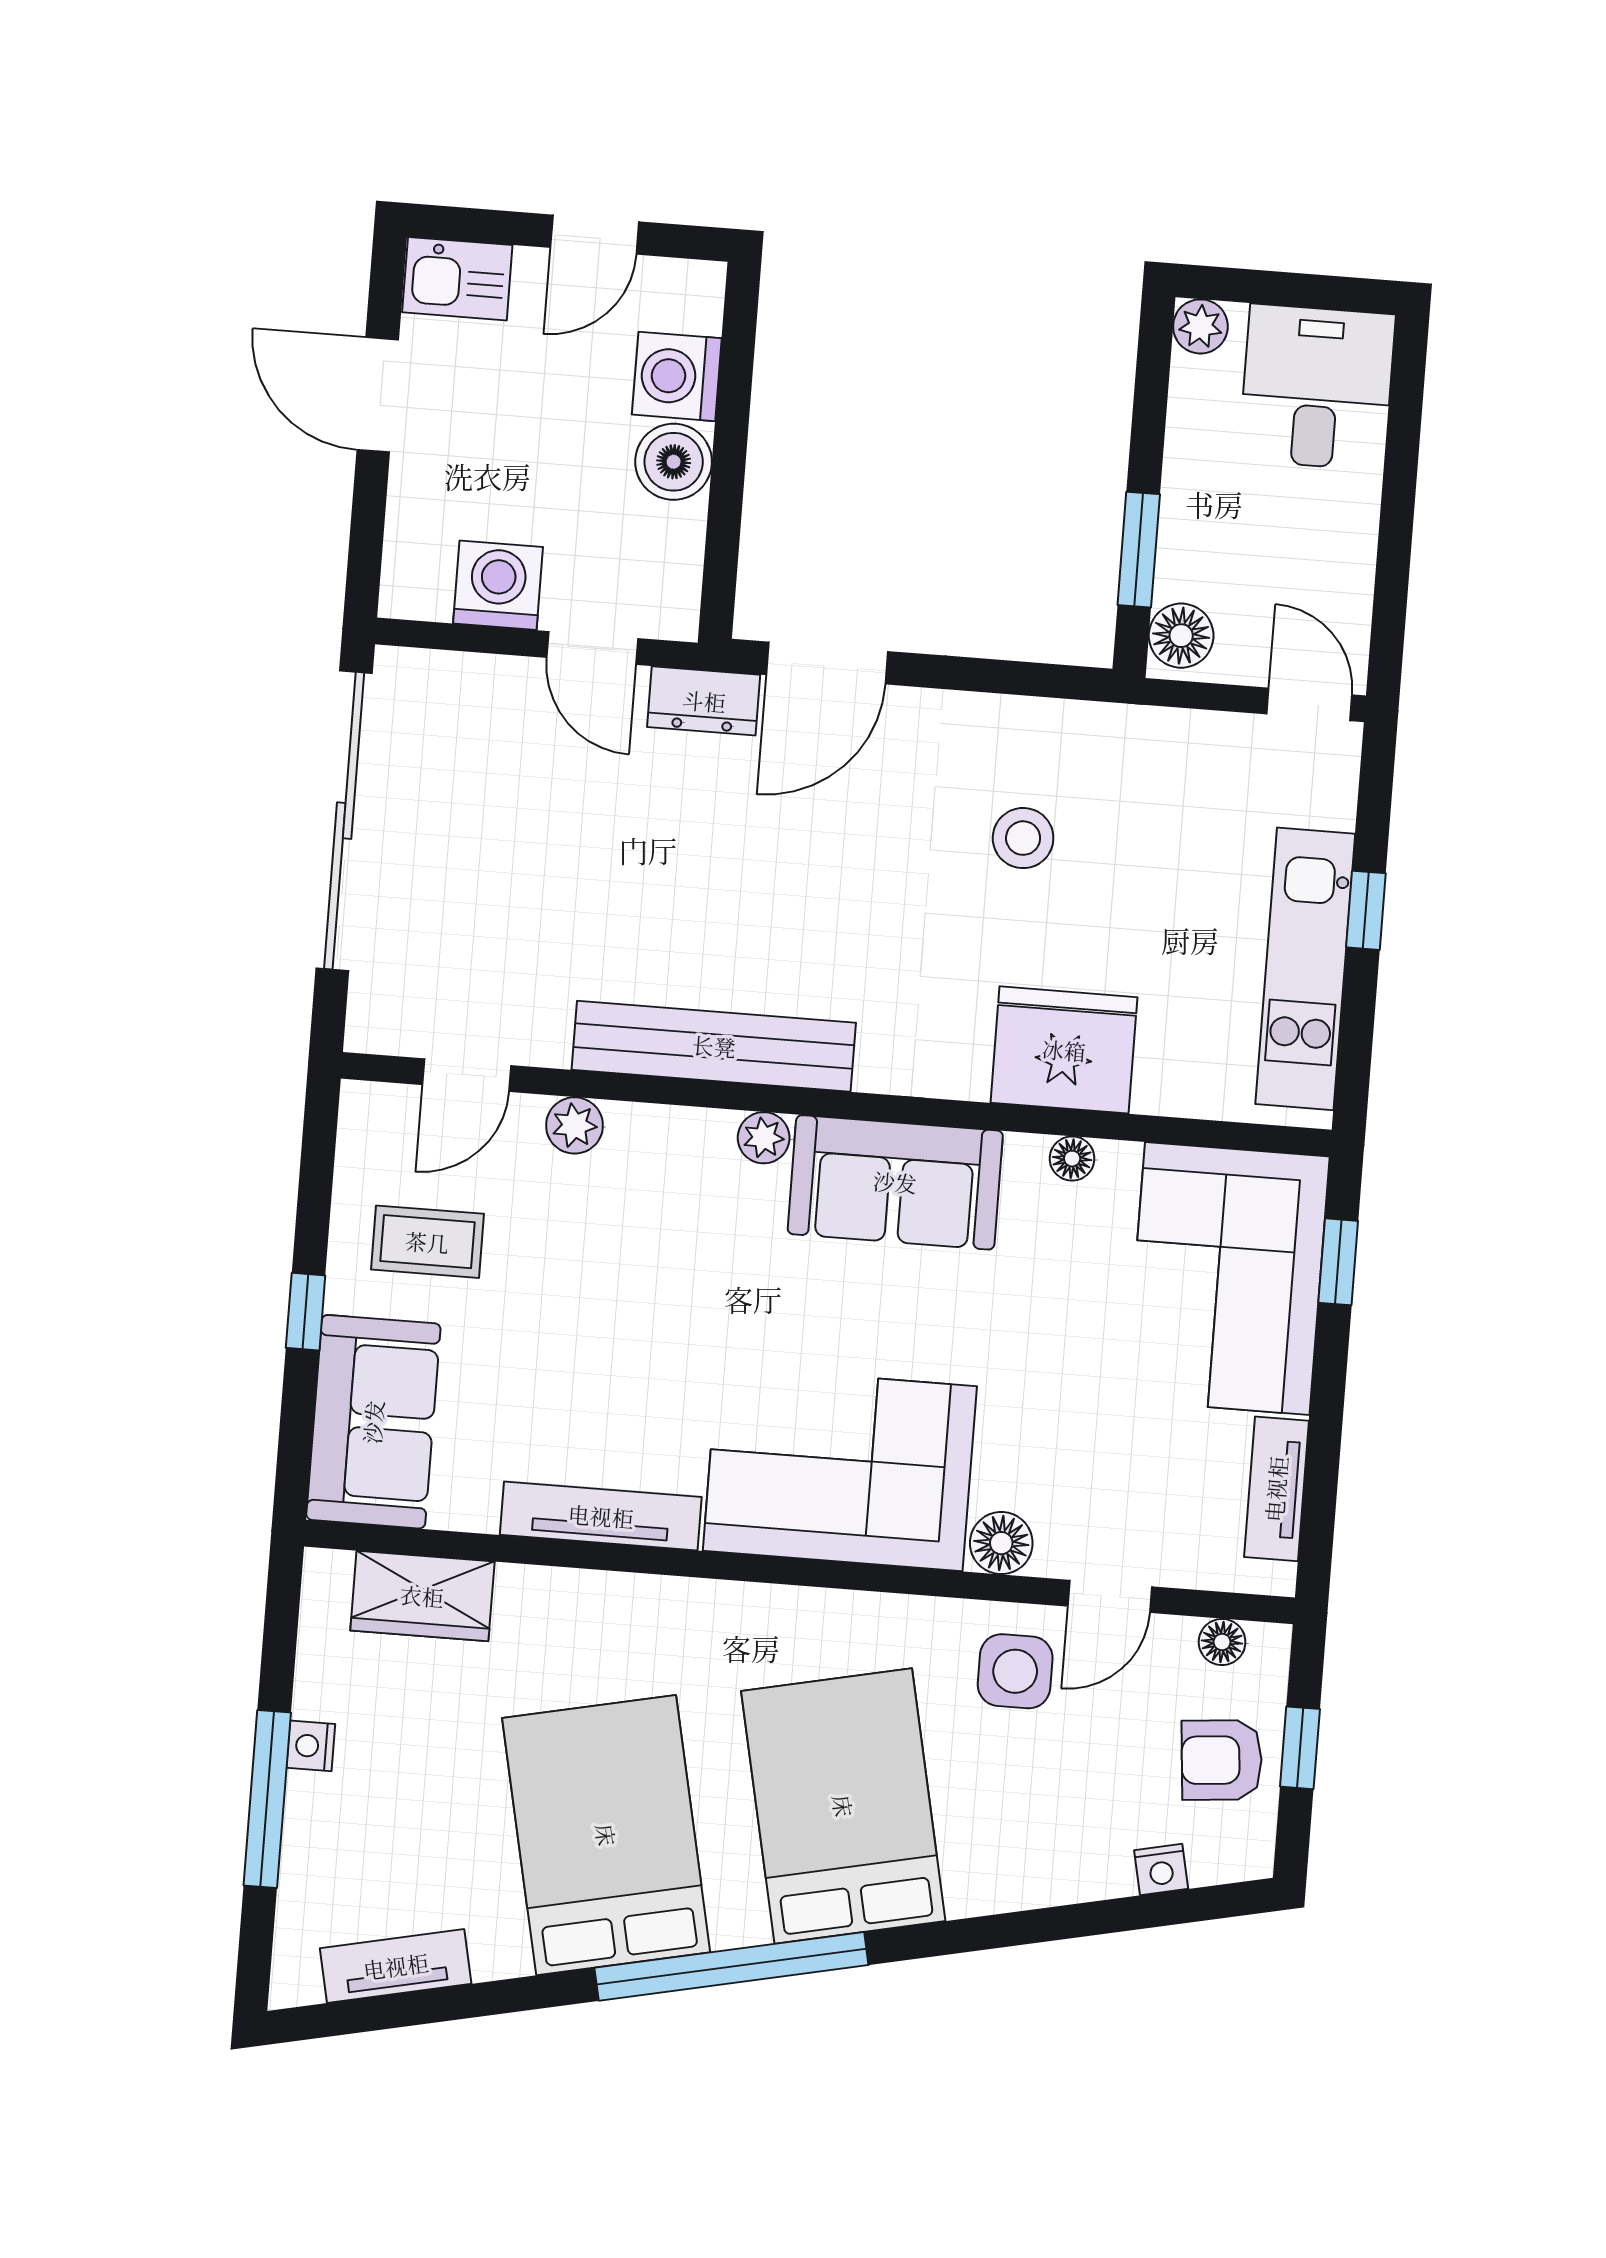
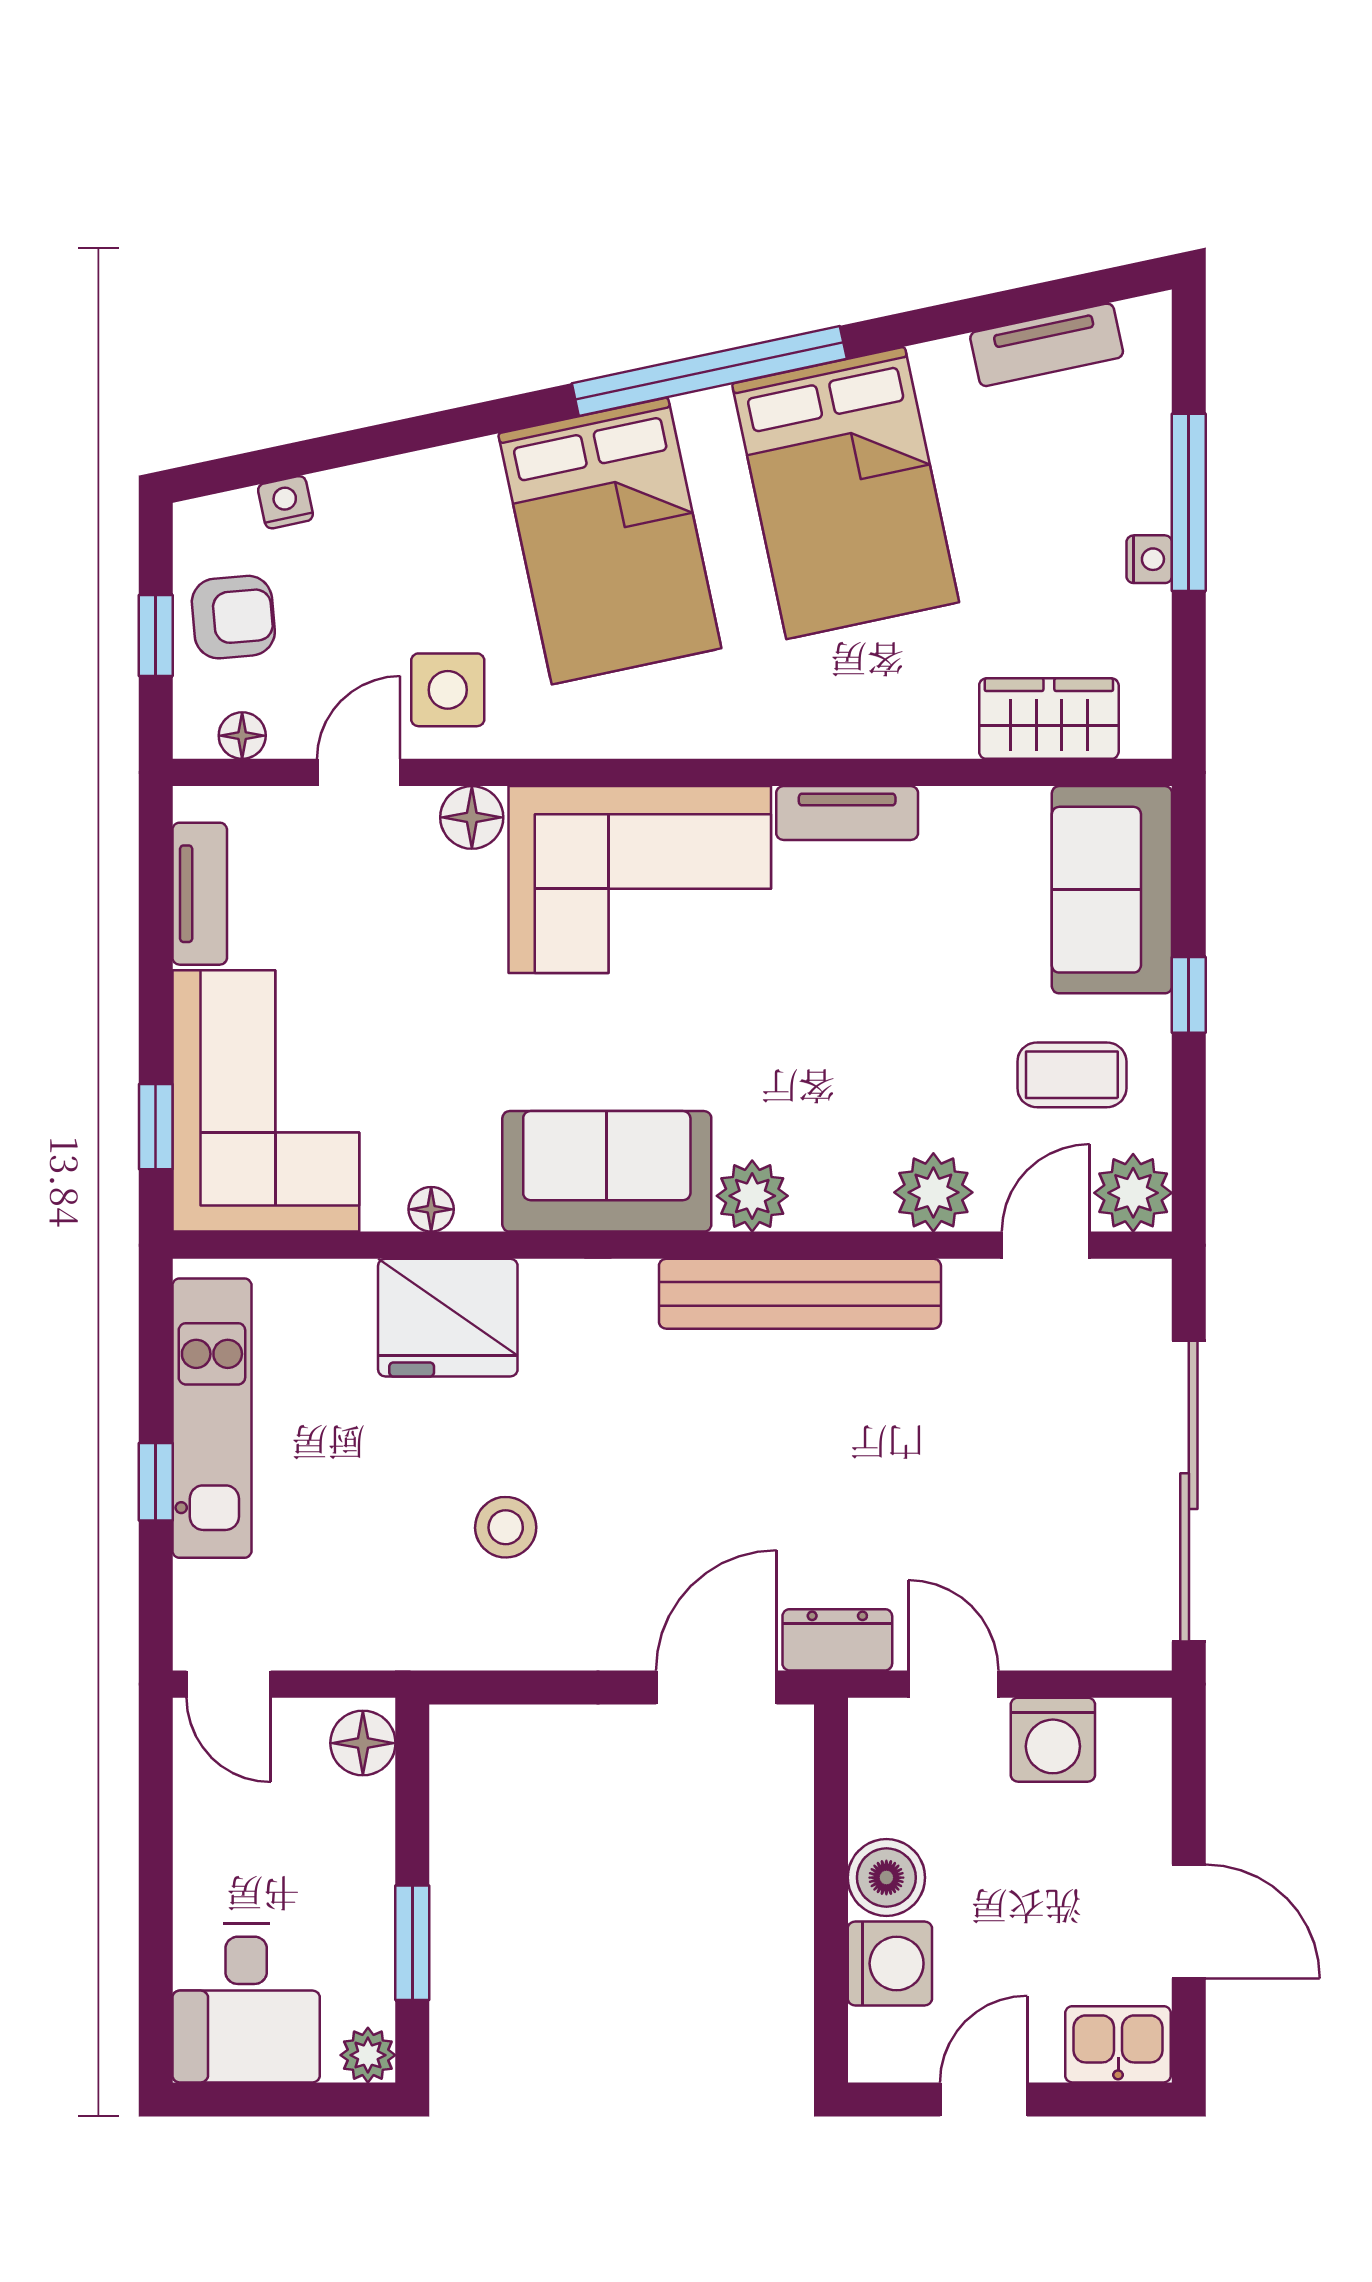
window: (1139, 550) -> (412, 1943), moved
plant: (376, 1120) -> (1133, 1193), added
plant: (574, 1125) -> (933, 1192), width x1.38, depth x1.38
plant: (764, 1138) -> (752, 1196), width x1.38, depth x1.38
tv unit: (601, 1516) -> (847, 813), width x0.71

